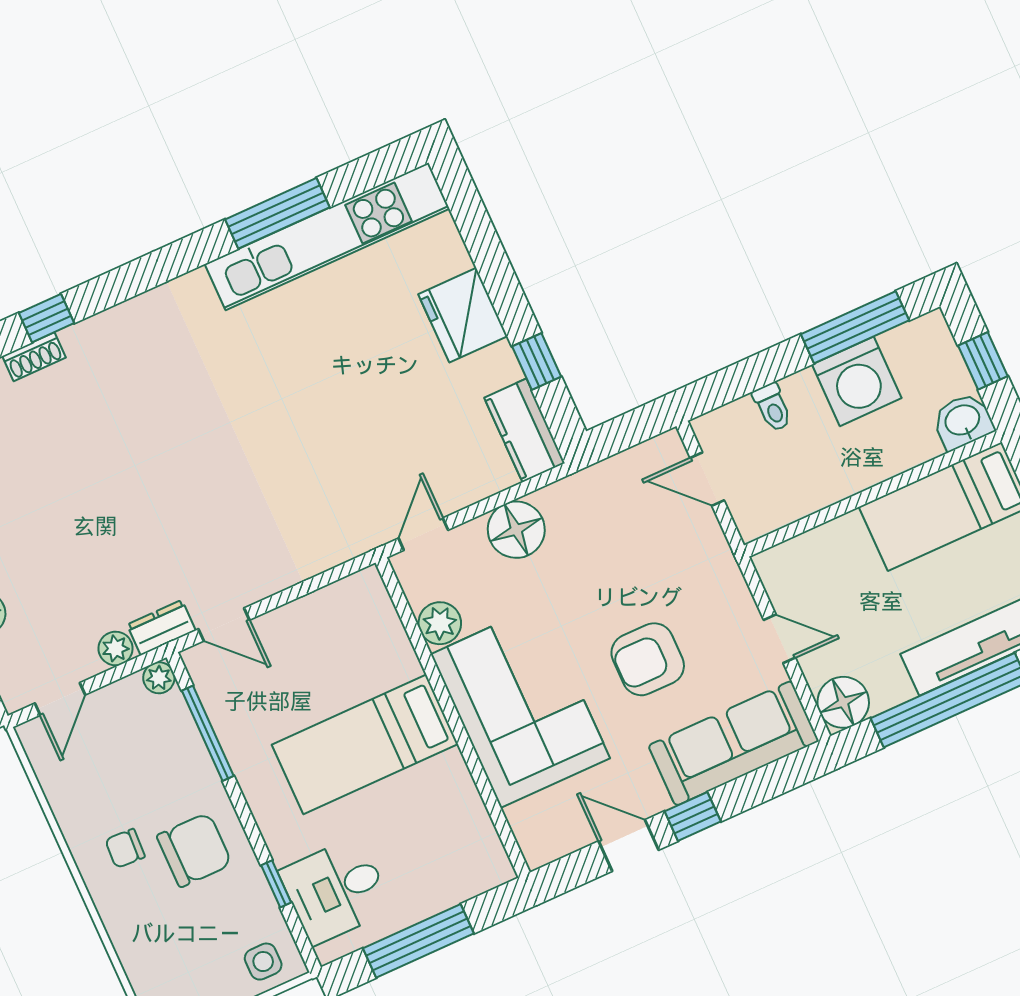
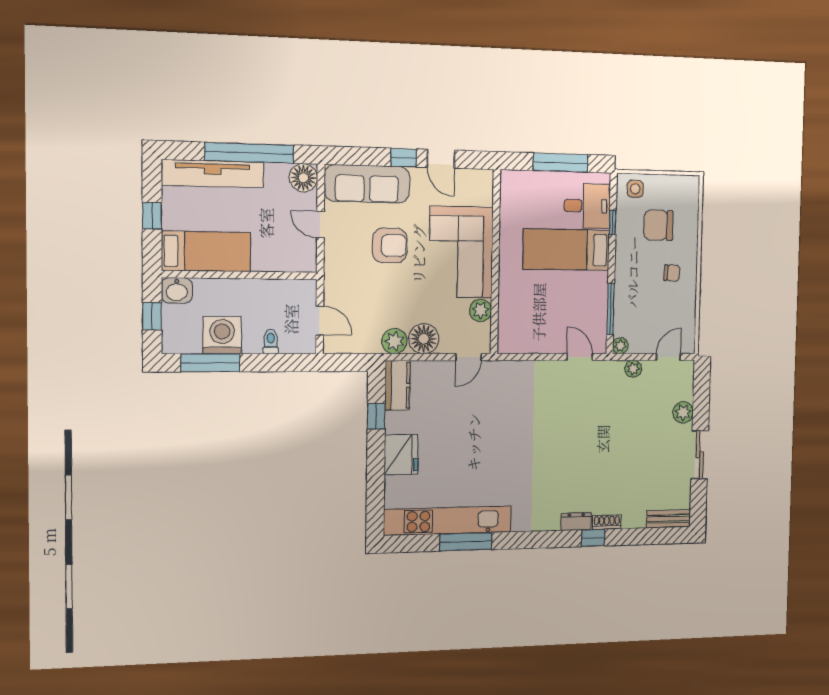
plant: (565, 503) -> (394, 341), added
dresser: (161, 628) -> (576, 522), moved, turned 180
bed: (365, 744) -> (566, 250), moved, turned 180
chair: (194, 850) -> (658, 225), moved

